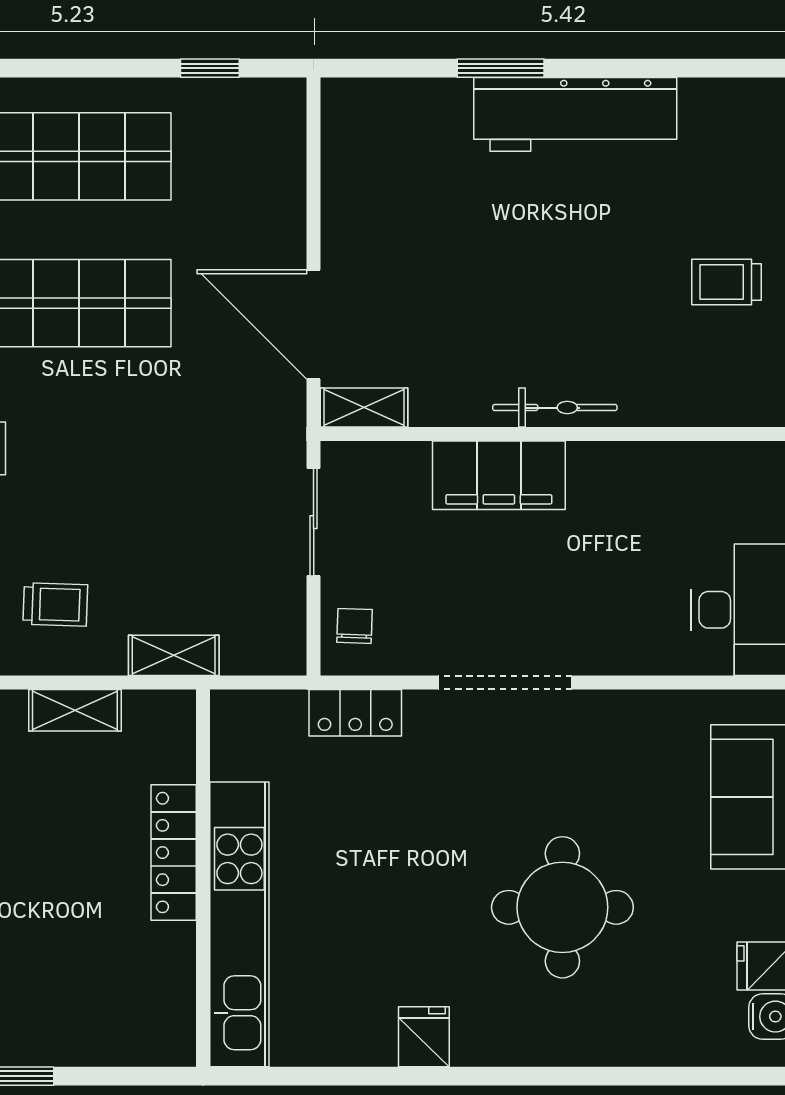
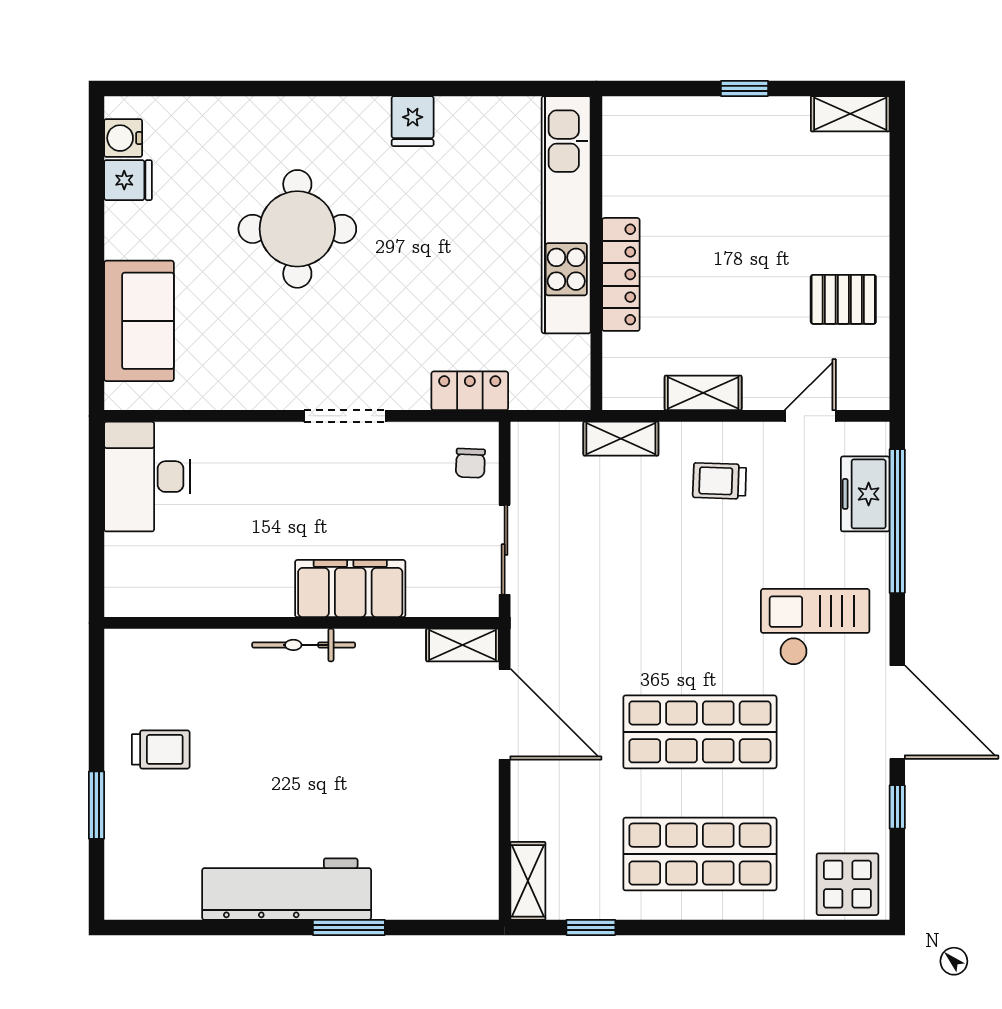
shelving: (286, 124) -> (528, 881), added
doorway: (505, 683) -> (345, 416), width x0.73

